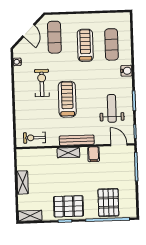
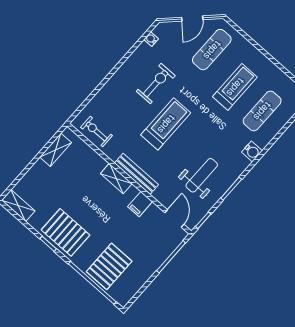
shelving: (23, 182) -> (56, 150), moved

